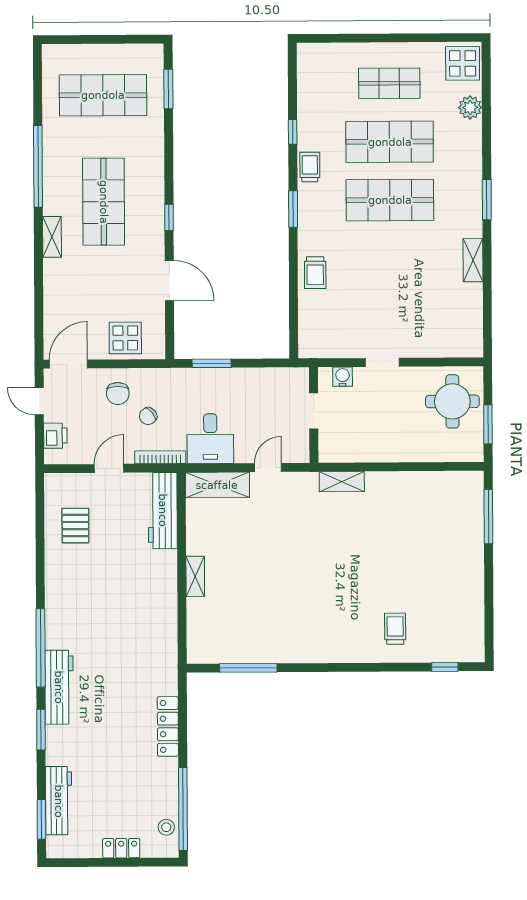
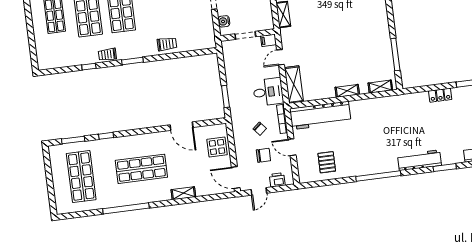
window: (169, 217) -> (106, 136), moved
shelving: (52, 237) -> (183, 193), moved
door: (169, 280) -> (181, 126), swing flipped
chair: (118, 393) -> (263, 155), moved
filing cabinet: (300, 450) -> (268, 40), added
door: (268, 467) -> (280, 57), hinge flipped
workbench: (163, 510) -> (320, 115), width x1.36, depth x1.32
pallet: (75, 526) -> (327, 162), turned 90
shelving: (196, 635) -> (380, 87), added
window: (41, 648) -> (378, 176), moved
locker: (168, 726) -> (440, 95), width x0.66

